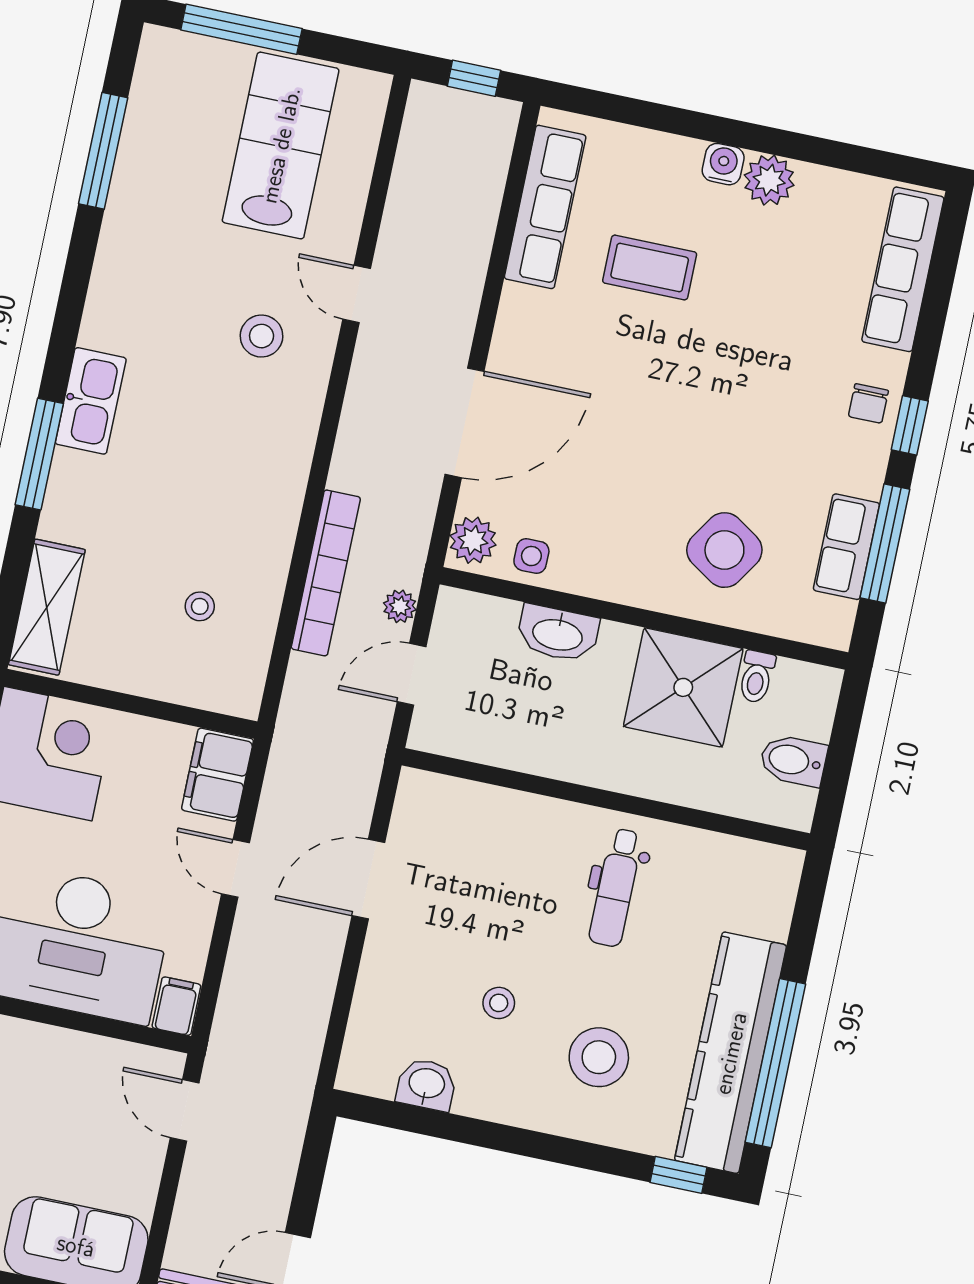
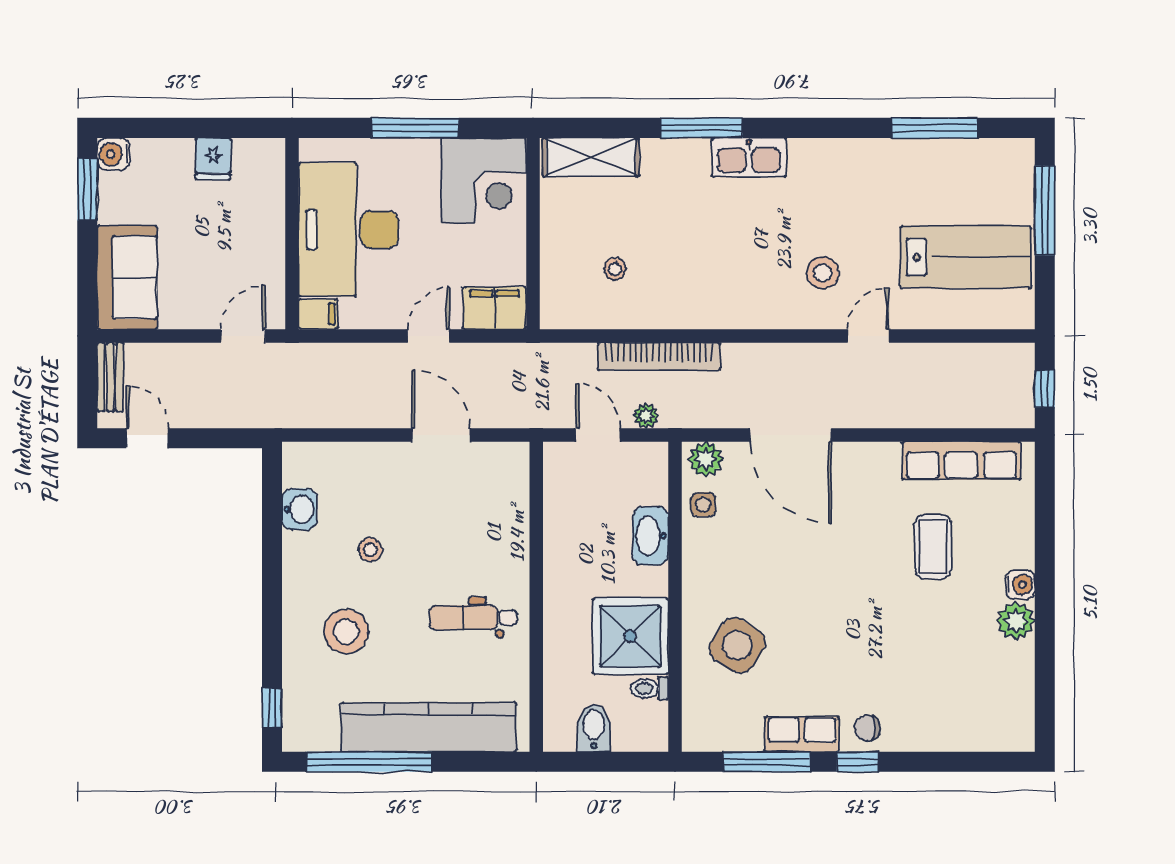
row of seats: (903, 269) -> (971, 733), removed
row of seats: (846, 547) -> (802, 734), moved
kitchen counter: (731, 1053) -> (428, 727), moved

